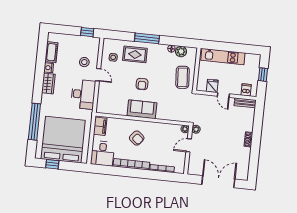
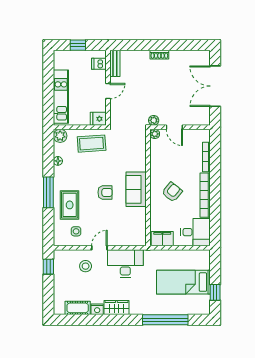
plant: (181, 52) -> (60, 136), moved
fridge: (212, 86) -> (98, 119), moved
bed: (63, 140) -> (183, 282), width x0.49

